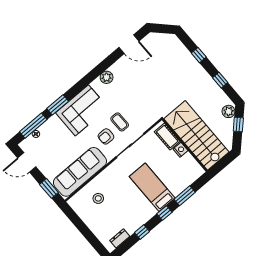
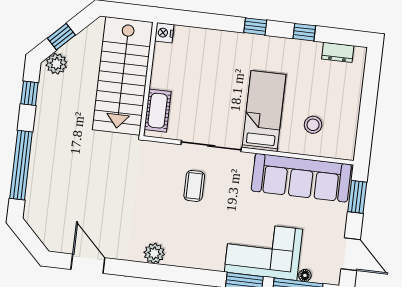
window: (199, 55) -> (21, 165), width x3.17
window: (220, 80) -> (29, 93), moved
corner sofa: (82, 110) -> (263, 251), moved
armchair: (106, 136) -> (228, 186), removed
nightstand: (180, 150) -> (164, 33), moved
bed: (152, 187) -> (264, 111), moved, turned 180
window: (185, 196) -> (211, 21), removed

